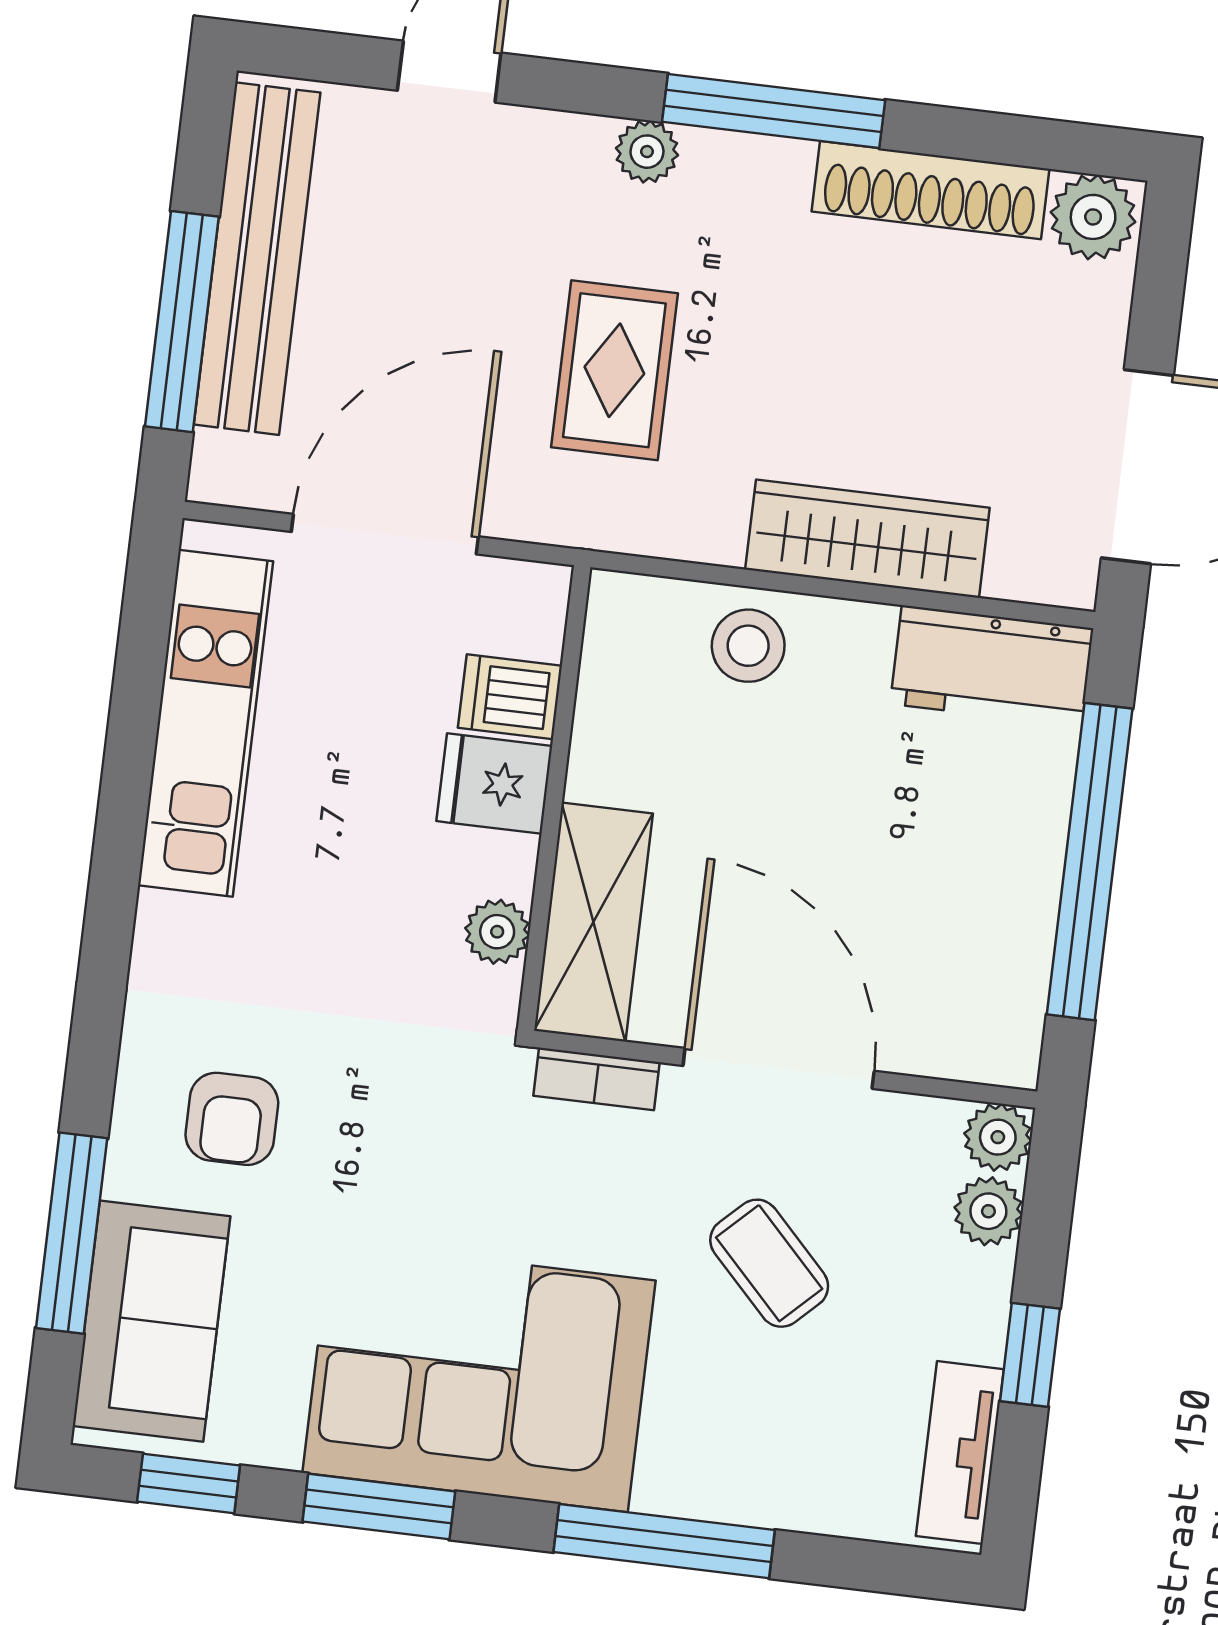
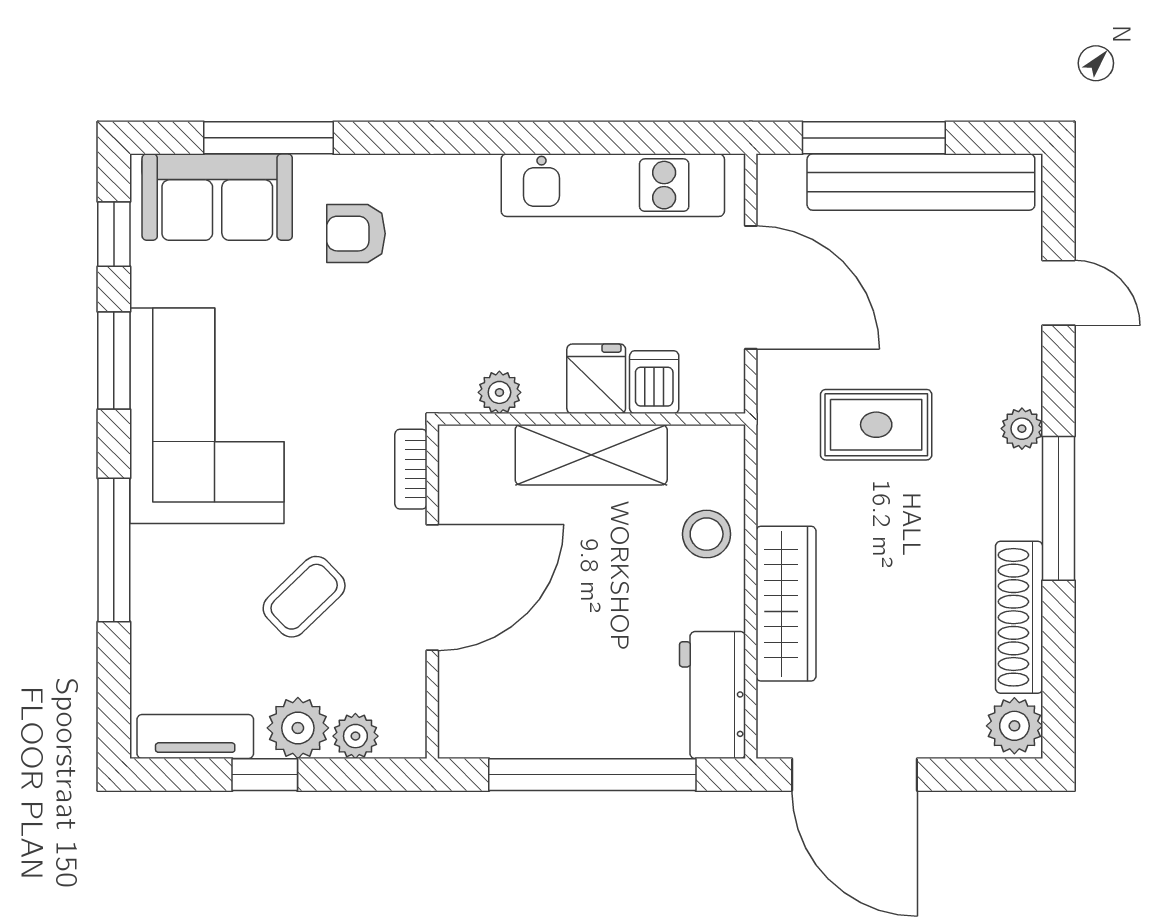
shelving: (593, 922) -> (591, 455), moved
plant: (998, 1137) -> (298, 728), moved, width x1.38, depth x1.38

